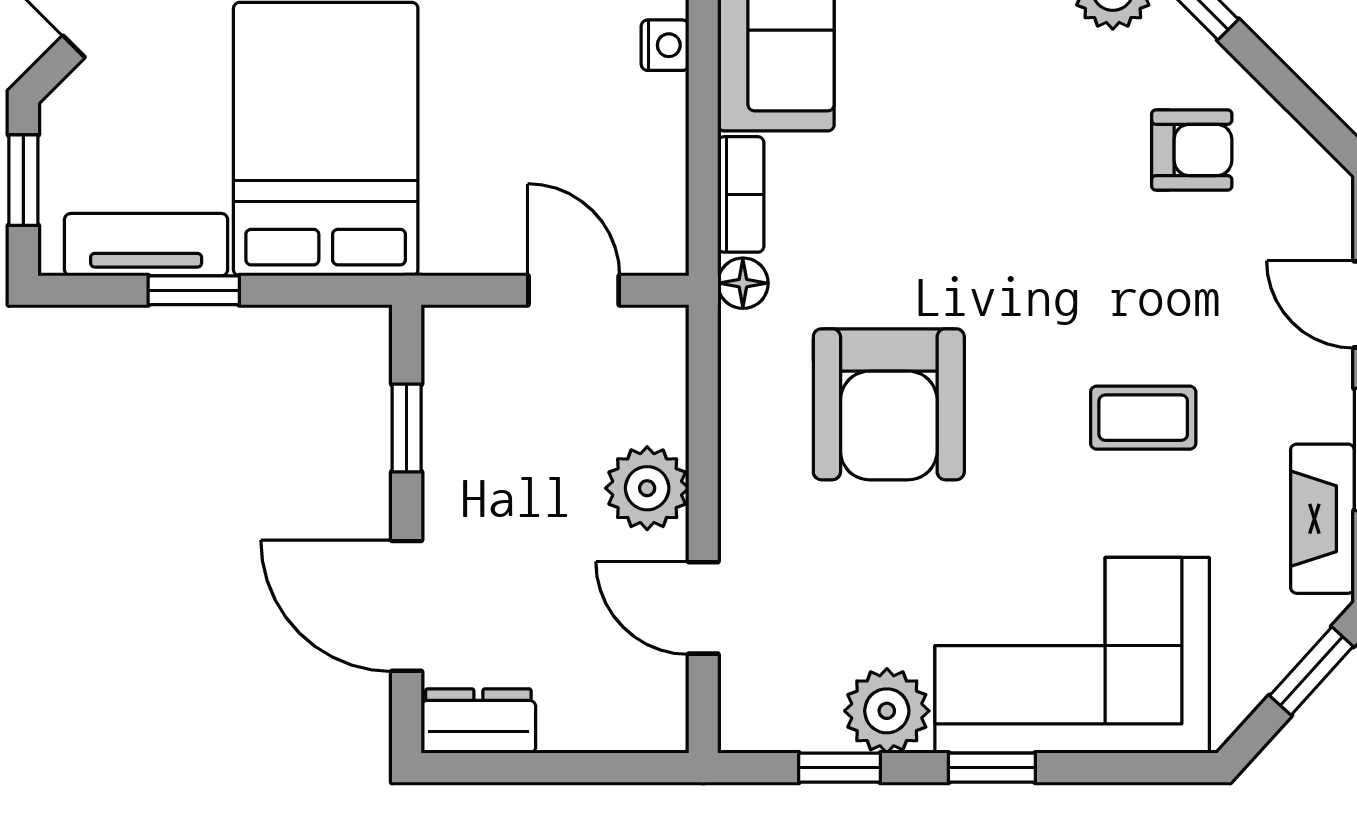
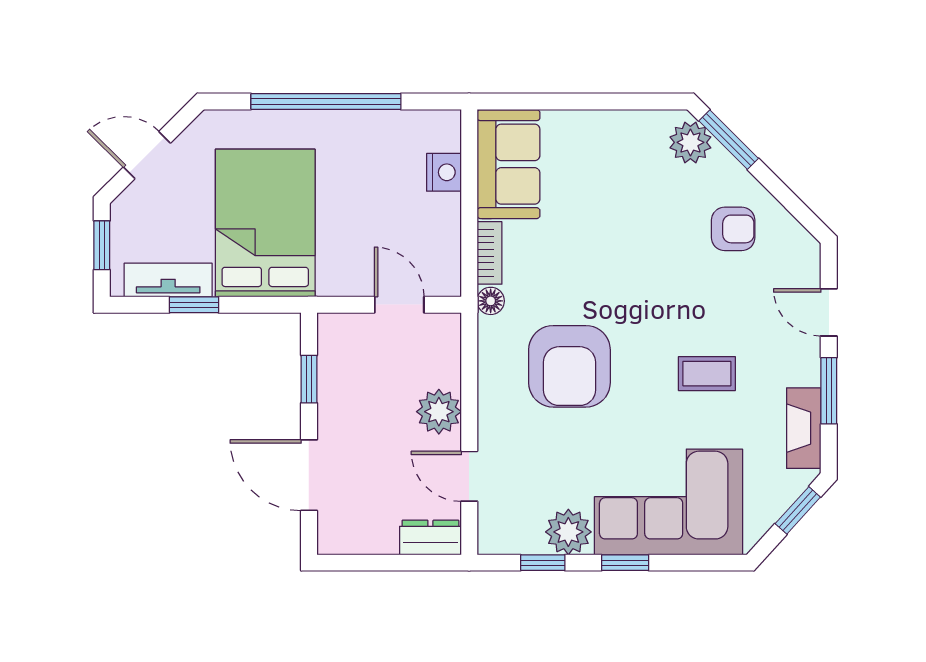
nightstand: (665, 45) -> (444, 172), width x1.39, depth x1.35
dresser: (478, 721) -> (430, 537), moved

